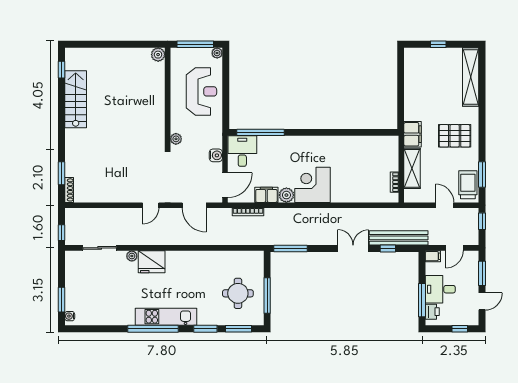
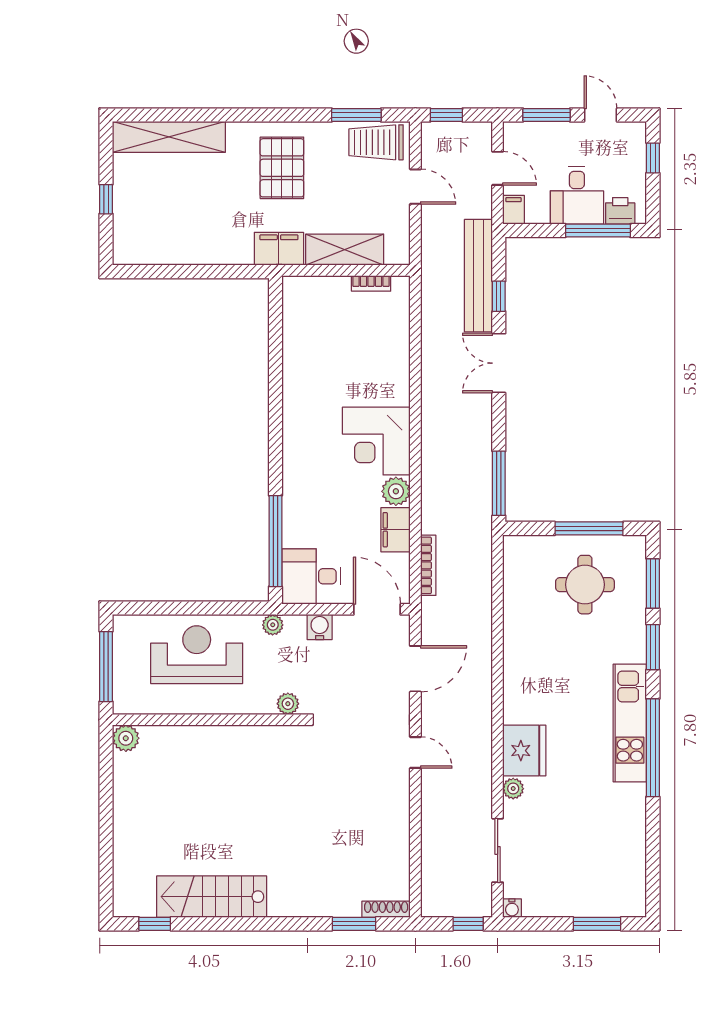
plant: (217, 53) -> (273, 625), moved
door: (445, 205) -> (415, 187), swing flipped
water cooler: (70, 316) -> (512, 908), moved

